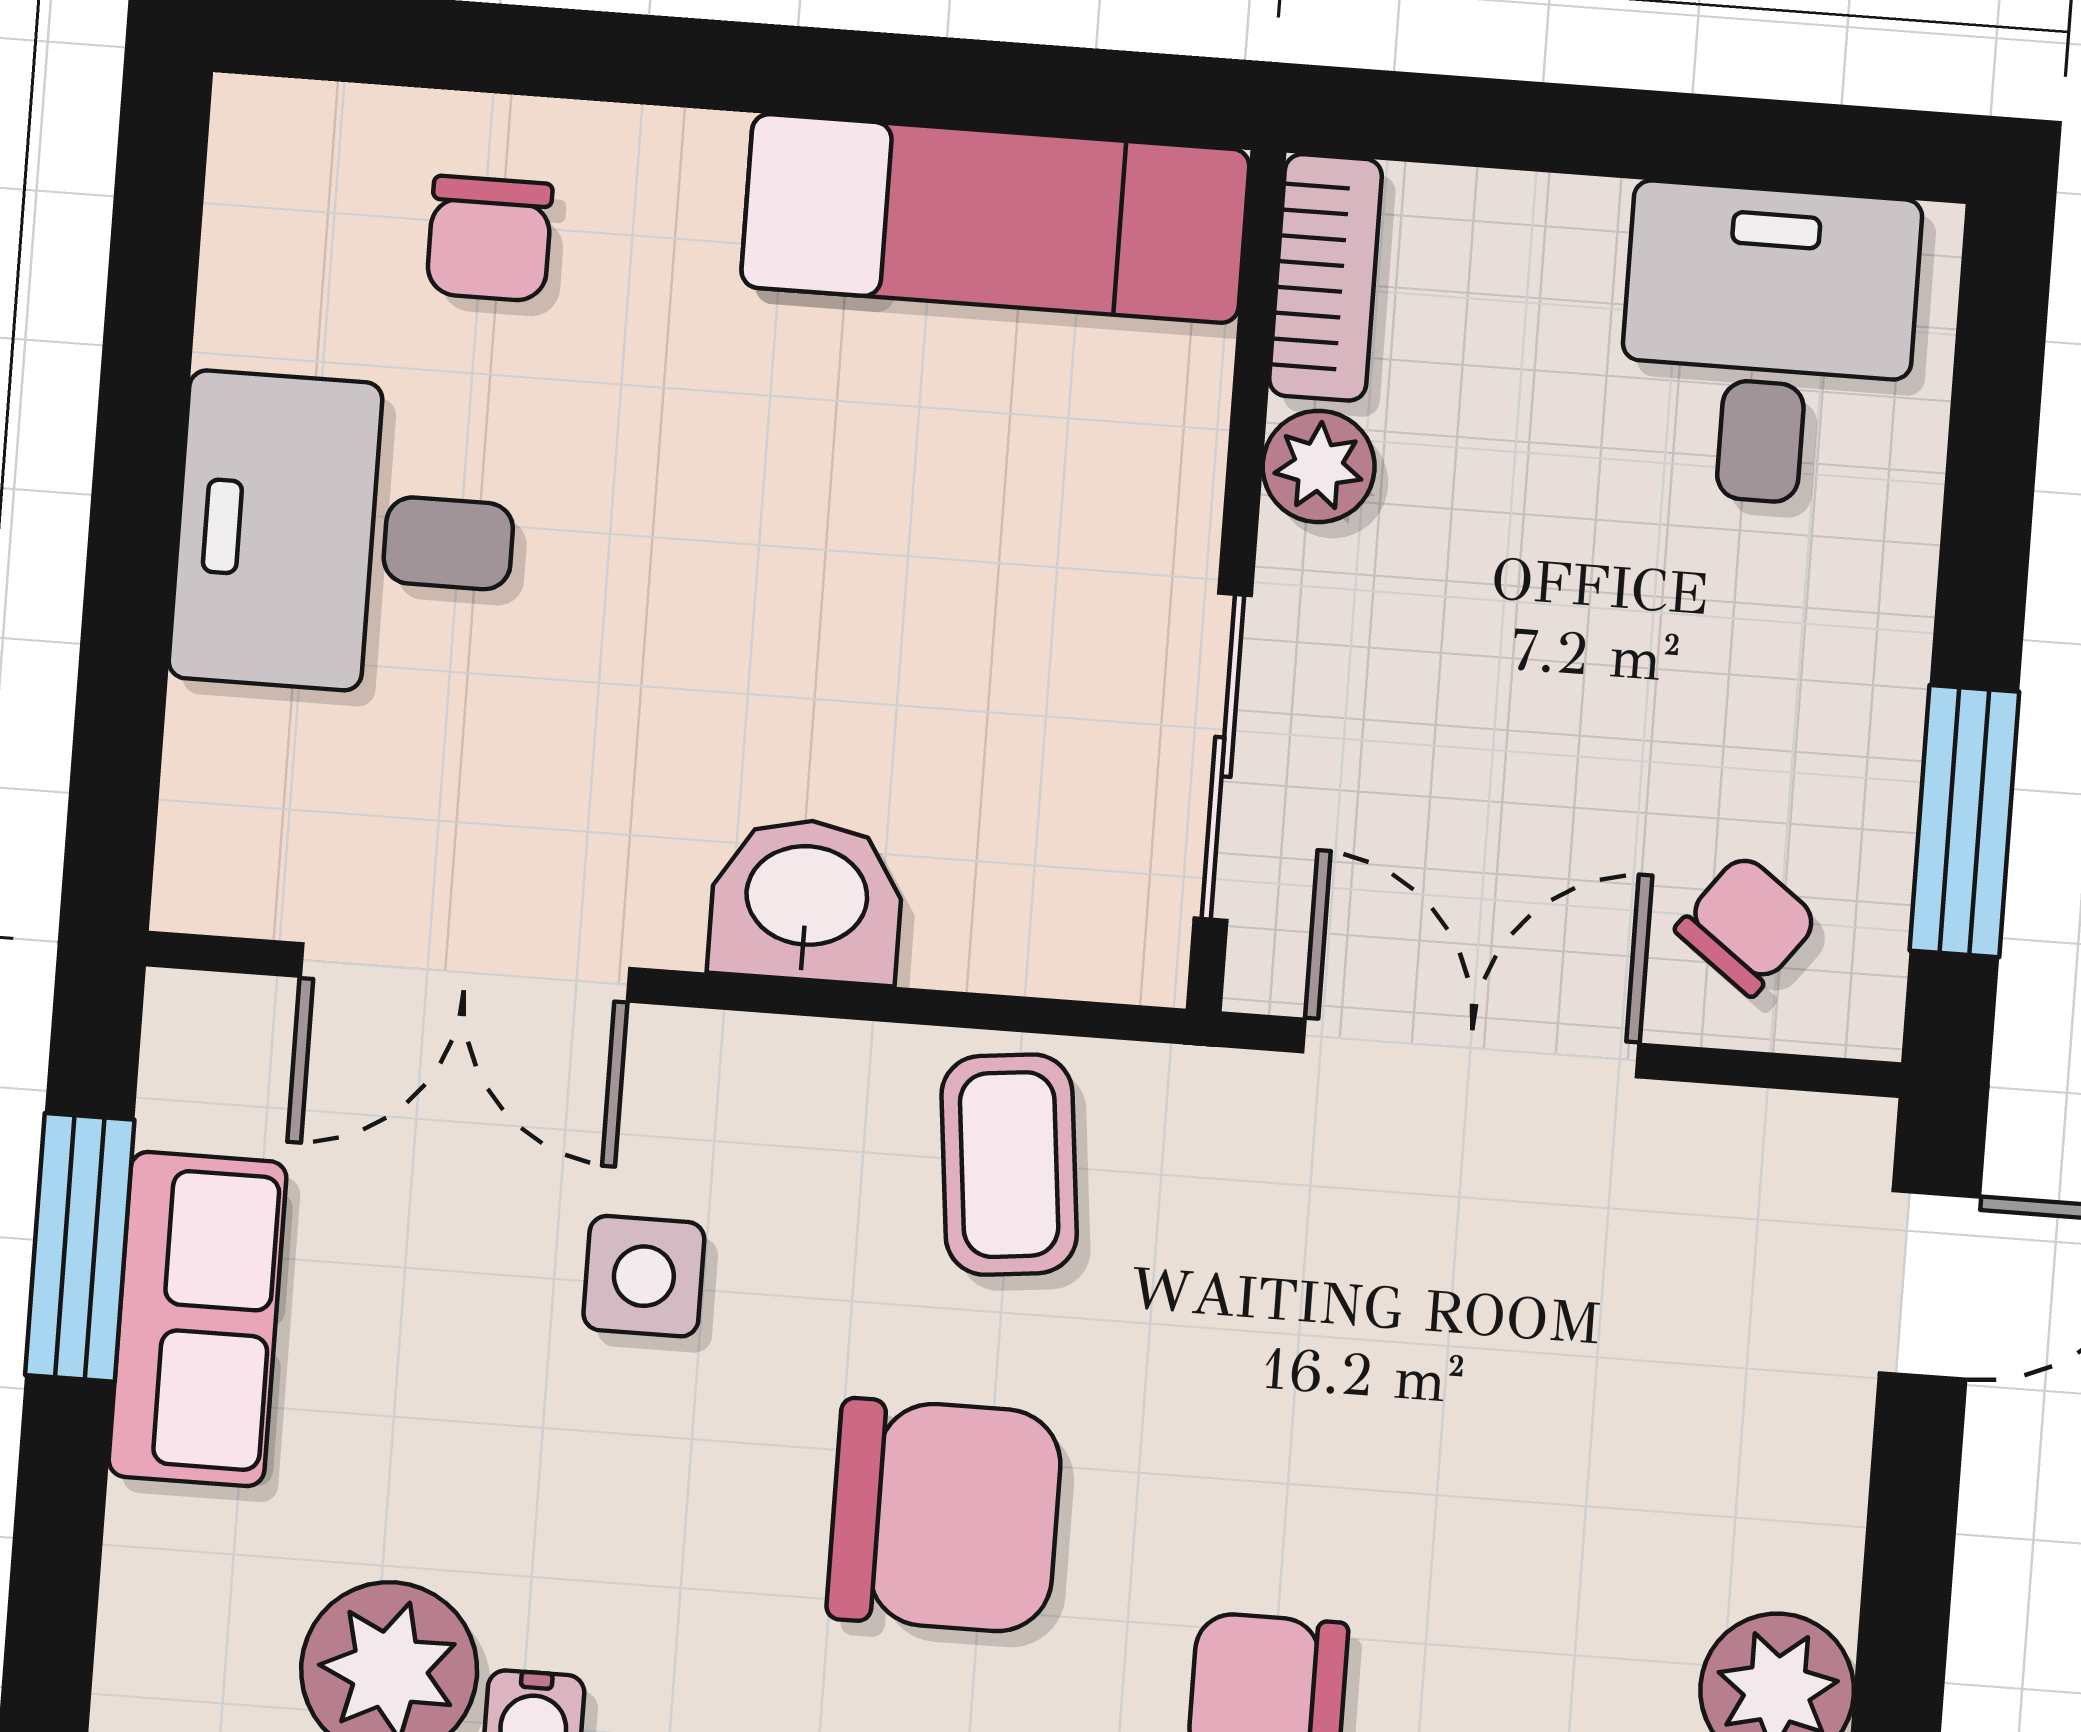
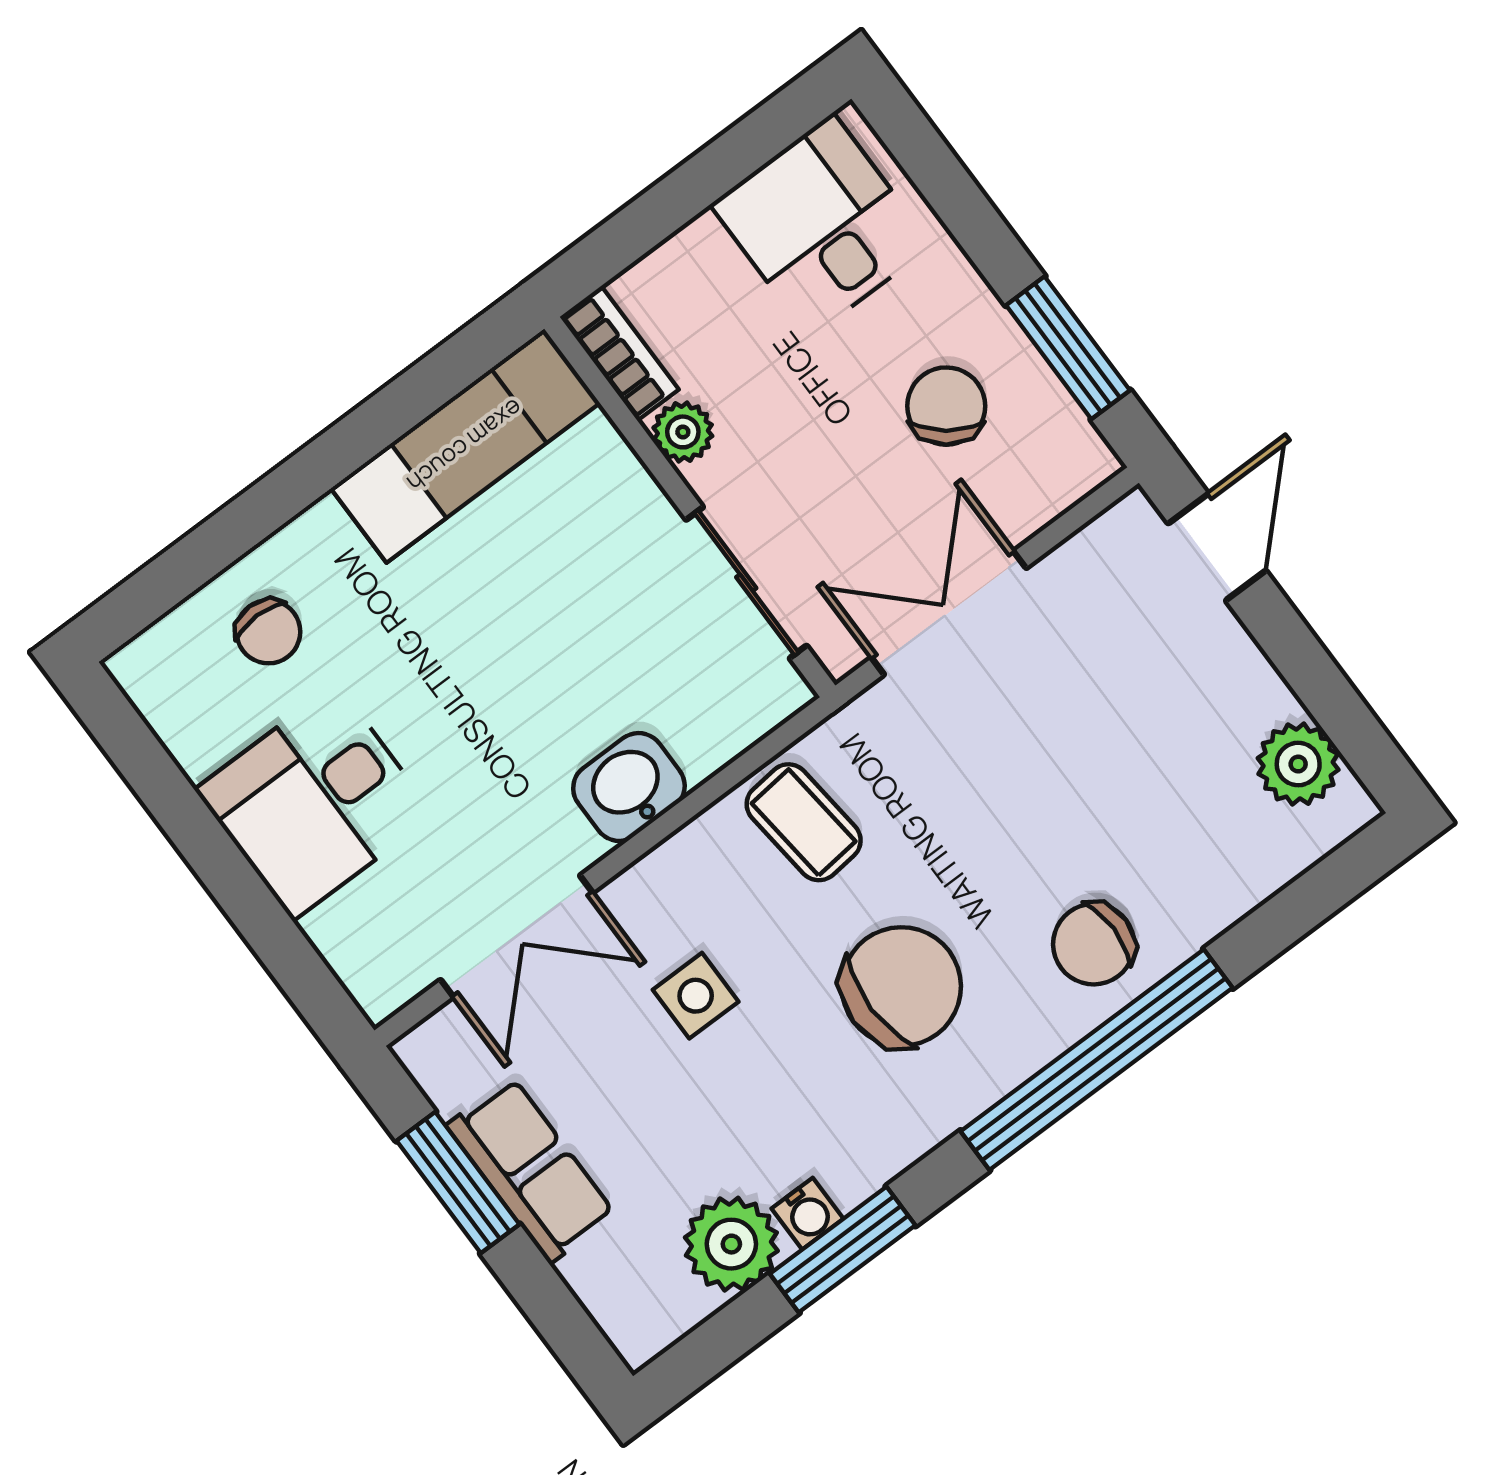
chair: (1747, 925) -> (946, 406), moved, width x1.37, depth x1.37

